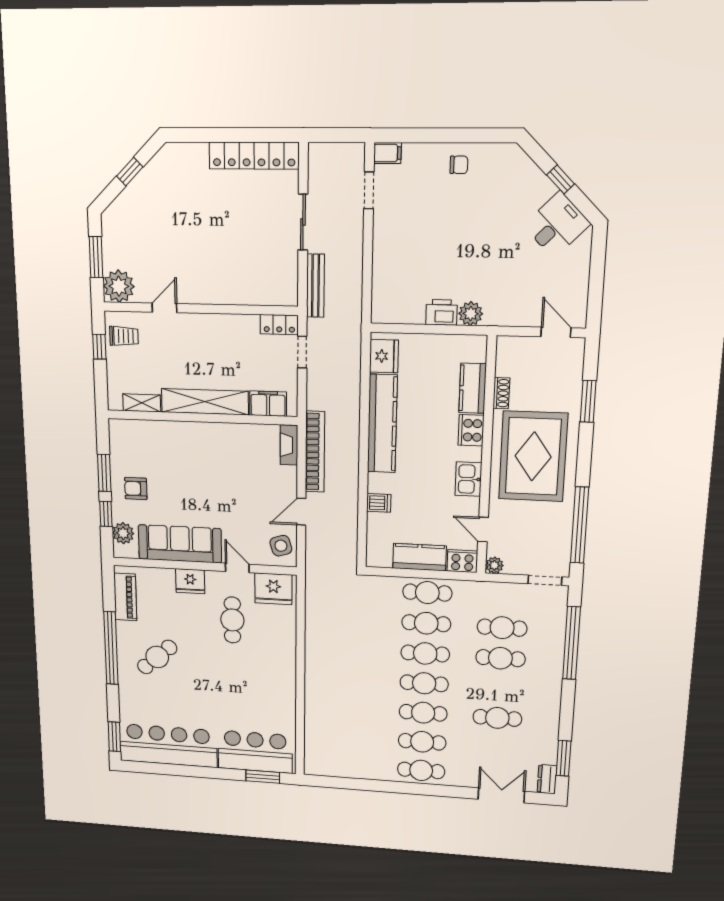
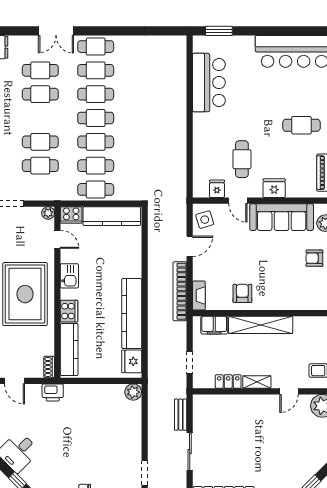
bench: (315, 286) -> (181, 415), width x0.73
printer: (441, 312) -> (53, 392), moved
plant: (471, 314) -> (133, 392), moved
locker: (279, 325) -> (228, 382), moved
kitchen counter: (473, 388) -> (69, 349), width x1.50
shoe rack: (501, 393) -> (49, 367), moved
shelving: (142, 403) -> (257, 382), moved
armchair: (230, 446) -> (242, 293), added
armchair: (136, 489) -> (314, 258), turned 180
dishwasher: (379, 503) -> (133, 256), removed
kitchen counter: (420, 557) -> (112, 216), width x1.50
fridge: (273, 589) -> (217, 189), width x0.53, depth x0.75
cafe table: (157, 657) -> (301, 125), turned 41
cafe table: (496, 747) -> (40, 70), added
bar counter: (255, 752) -> (209, 83), moved, turned -90
double door: (501, 795) -> (56, 31), moved

